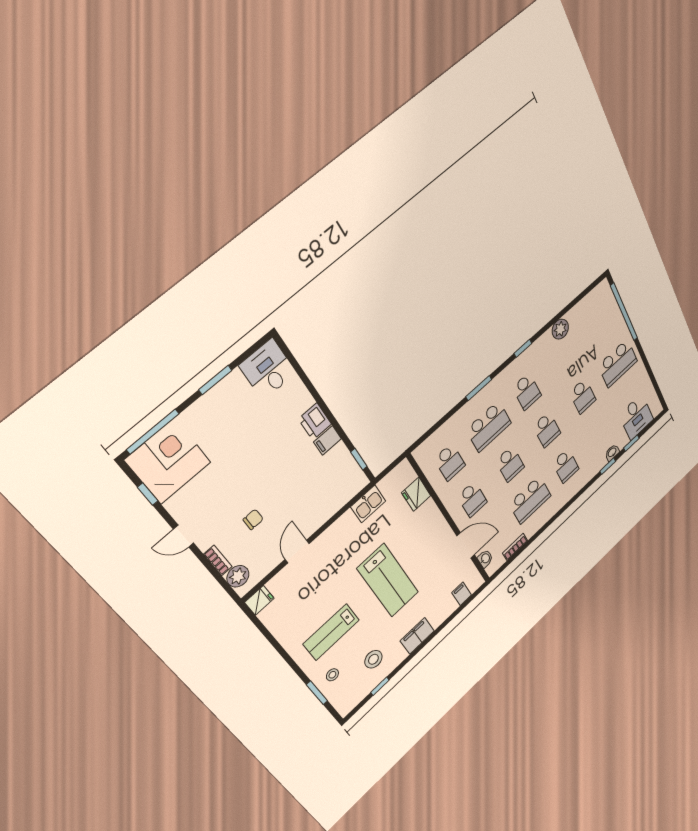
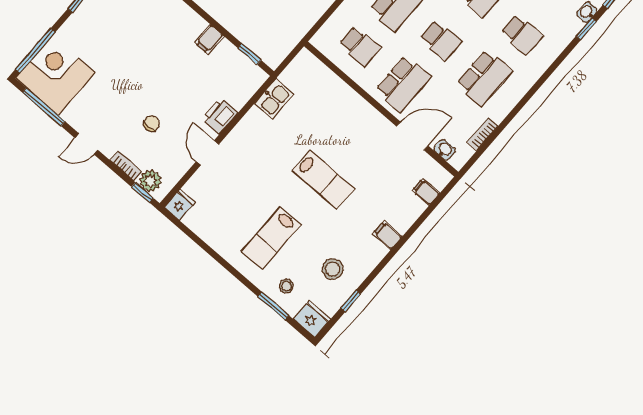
printer: (315, 422) -> (220, 116), moved, turned 90
window: (148, 494) -> (44, 107), width x2.17
fridge: (416, 494) -> (312, 319), moved, turned 180
school desk: (472, 499) -> (403, 84), width x1.85
lab bench: (388, 580) -> (323, 179), width x0.73, depth x0.72
window: (227, 587) -> (142, 193), added
filing cabinet: (417, 636) -> (387, 235), width x0.50

